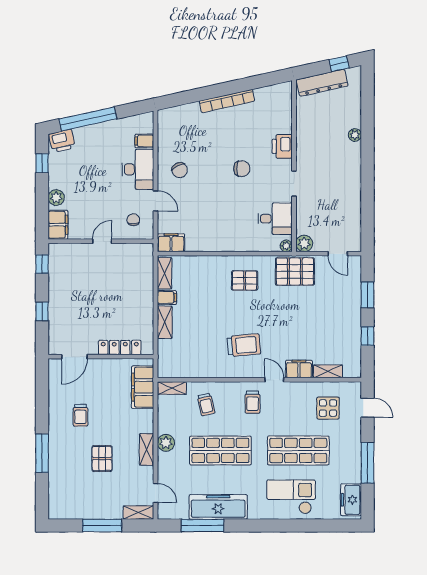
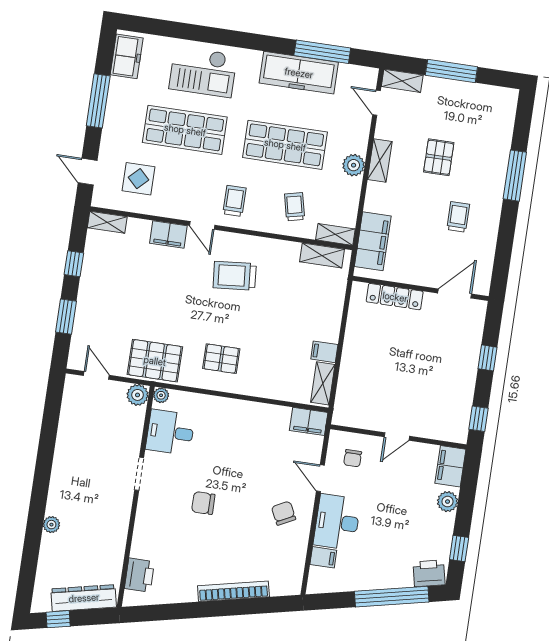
bookcase: (227, 101) -> (233, 591), moved
printer: (282, 146) -> (139, 575), moved
shelving: (165, 322) -> (322, 255), moved, turned 90
shelving: (328, 371) -> (107, 222), moved

